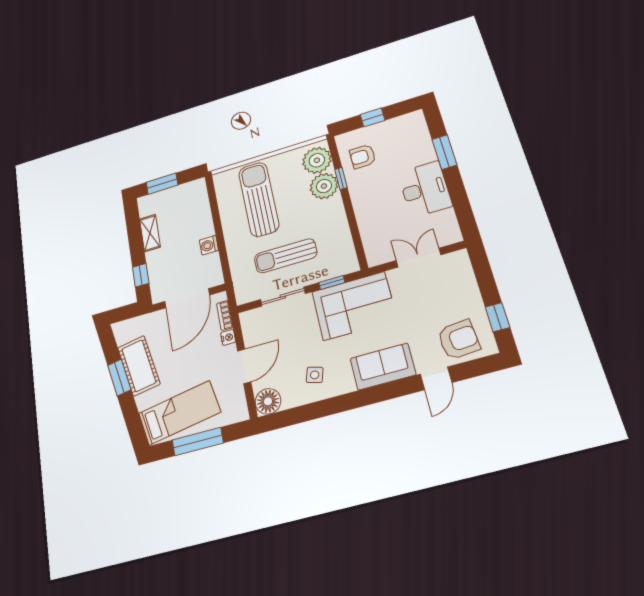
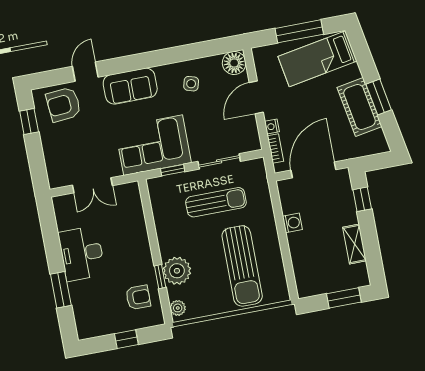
plant: (317, 160) -> (178, 308), width x0.53, depth x0.53

